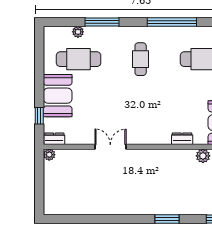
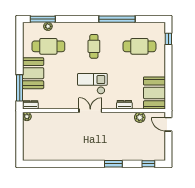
window: (102, 22) -> (43, 19), moved
checkout: (138, 110) -> (92, 84), added
window: (39, 116) -> (20, 88), width x2.17
double door: (110, 147) -> (90, 111), moved

